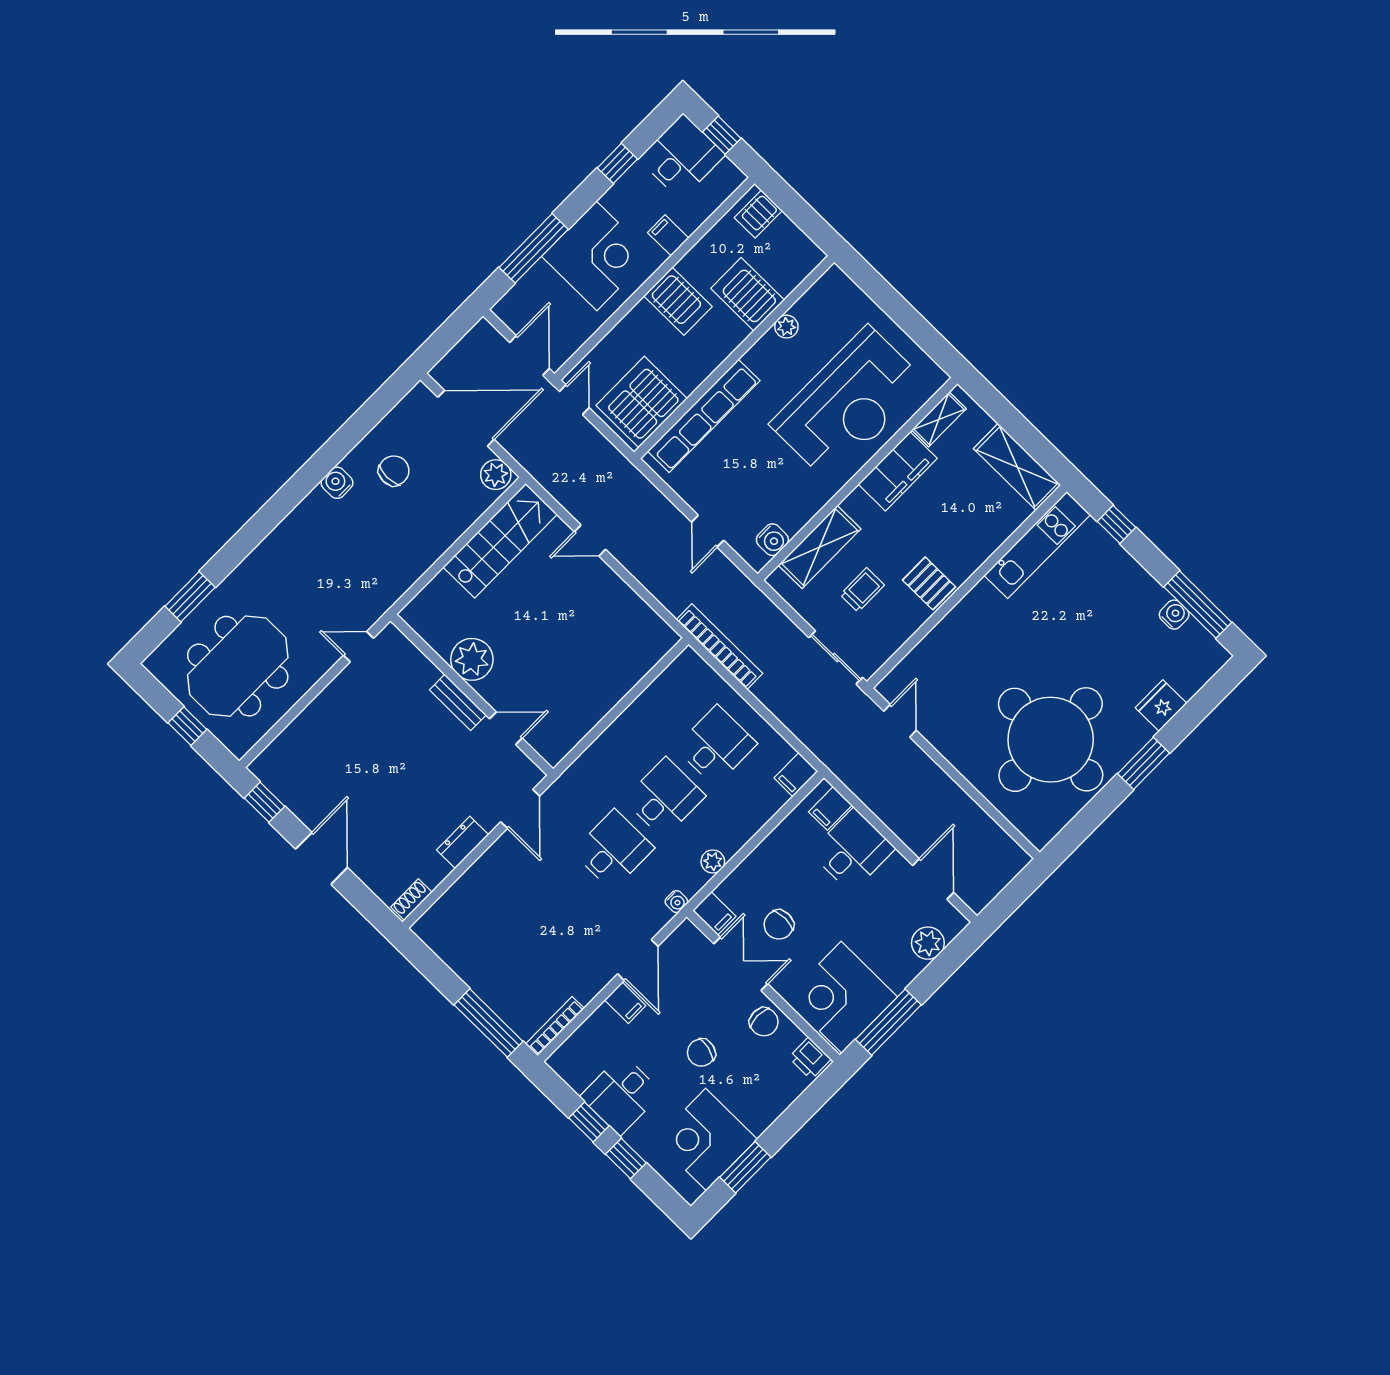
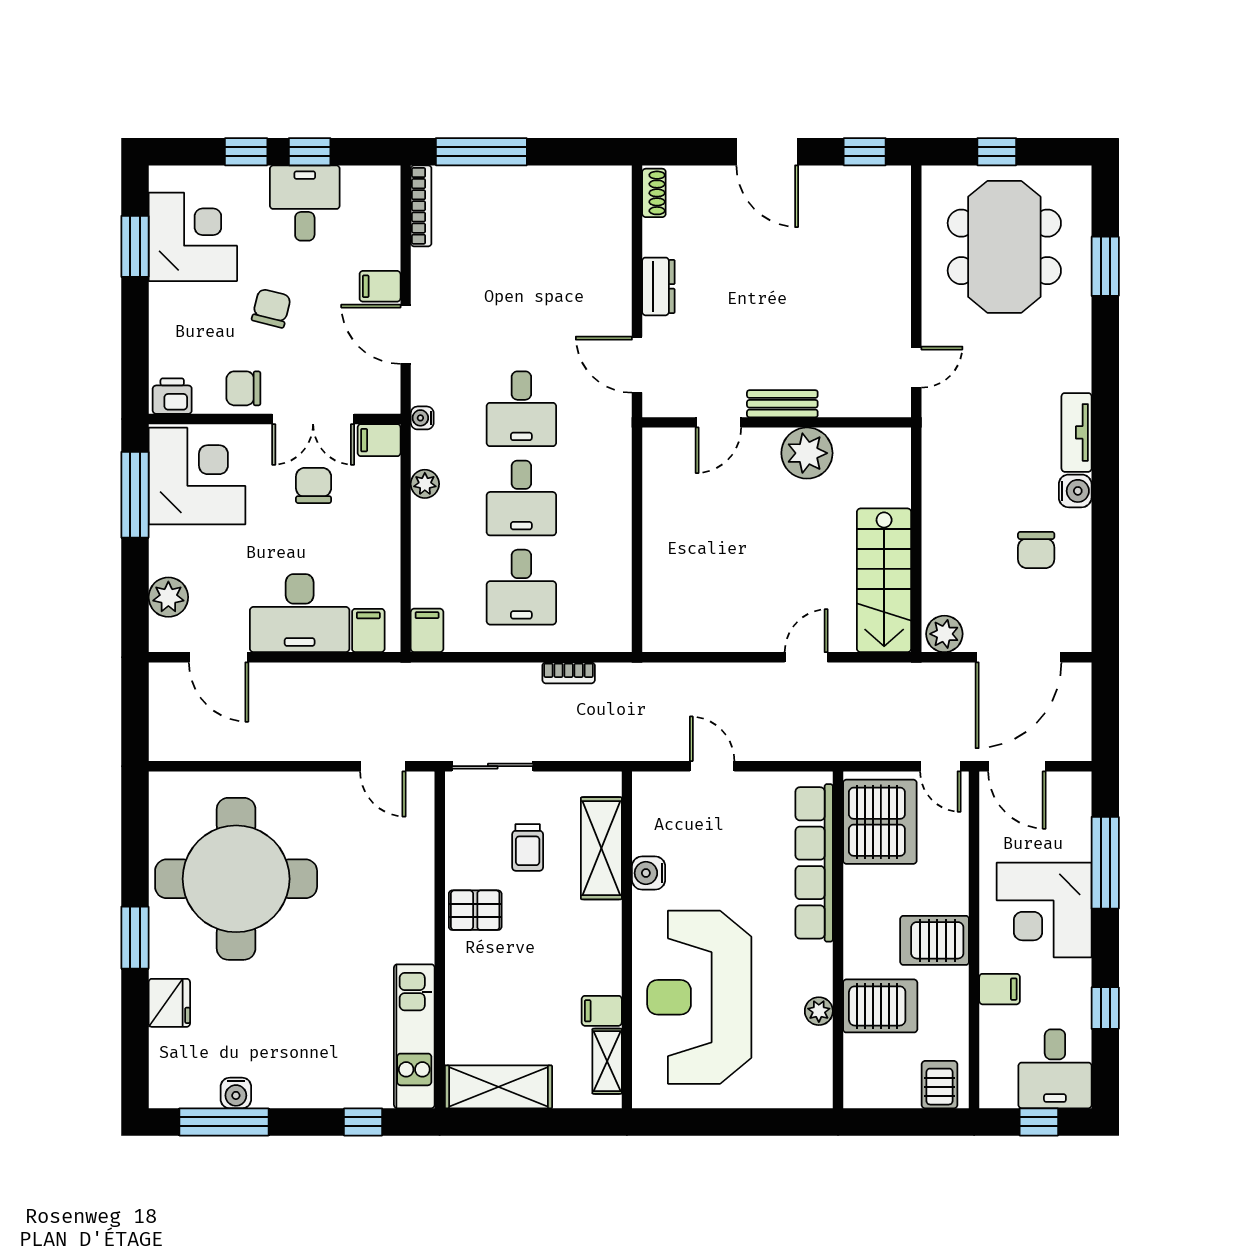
filing cabinet: (898, 471) -> (602, 1011), width x0.33, depth x0.86
tv unit: (303, 516) -> (1077, 432), added
water cooler: (772, 540) -> (649, 873), moved
bookcase: (719, 647) -> (569, 673), width x0.43, depth x0.76
desk: (853, 850) -> (300, 613), width x1.37

